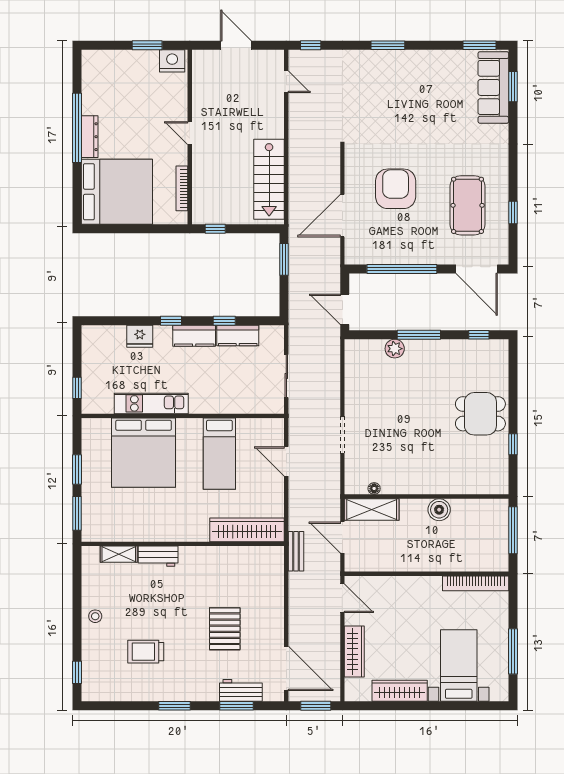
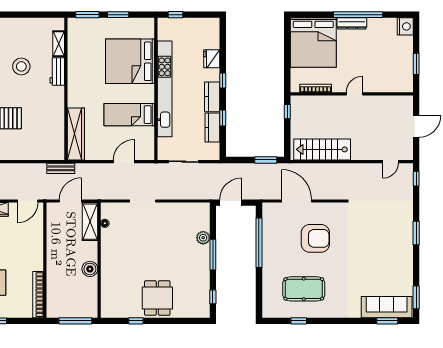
nightstand: (172, 61) -> (405, 26), moved
door: (477, 269) -> (259, 295), removed
kitchen unit: (151, 403) -> (165, 89), width x1.86
stool: (95, 616) -> (21, 66), moved, width x1.89, depth x1.89

